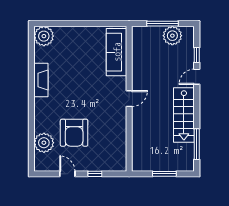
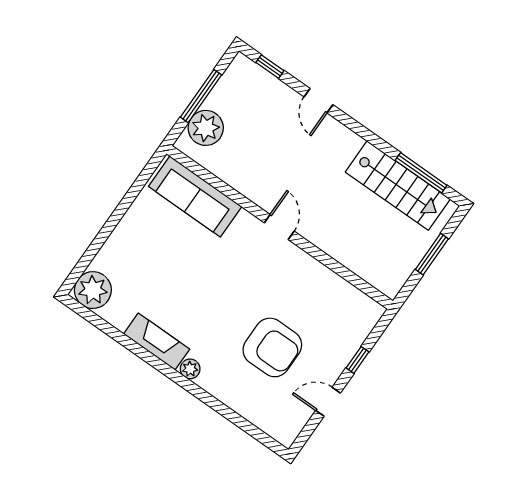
plant: (172, 36) -> (206, 128), moved
window: (197, 55) -> (270, 67), moved
stairs: (184, 115) -> (398, 186), moved
plant: (44, 143) -> (190, 369), moved, width x0.53, depth x0.53

